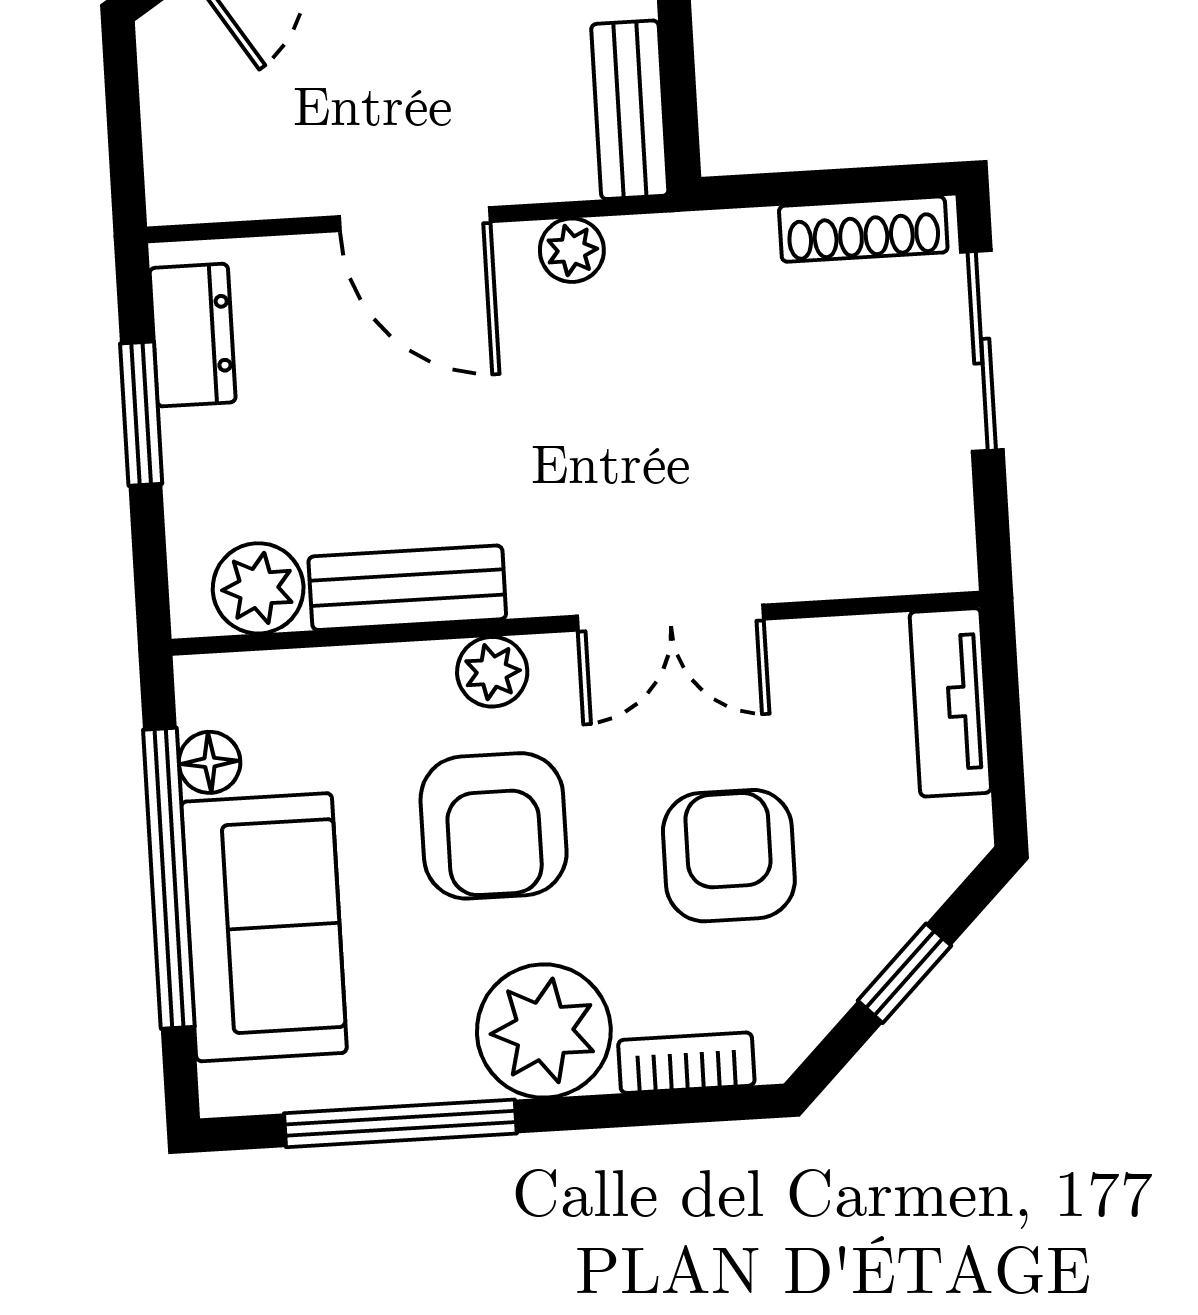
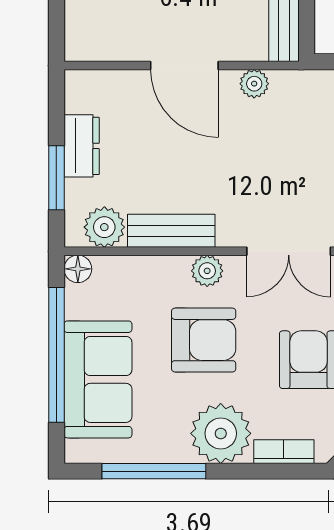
dresser: (193, 335) -> (82, 146), moved
window: (141, 414) -> (56, 178), moved
floor lamp: (210, 762) -> (78, 269), moved
armchair: (494, 826) -> (204, 340), turned -90

